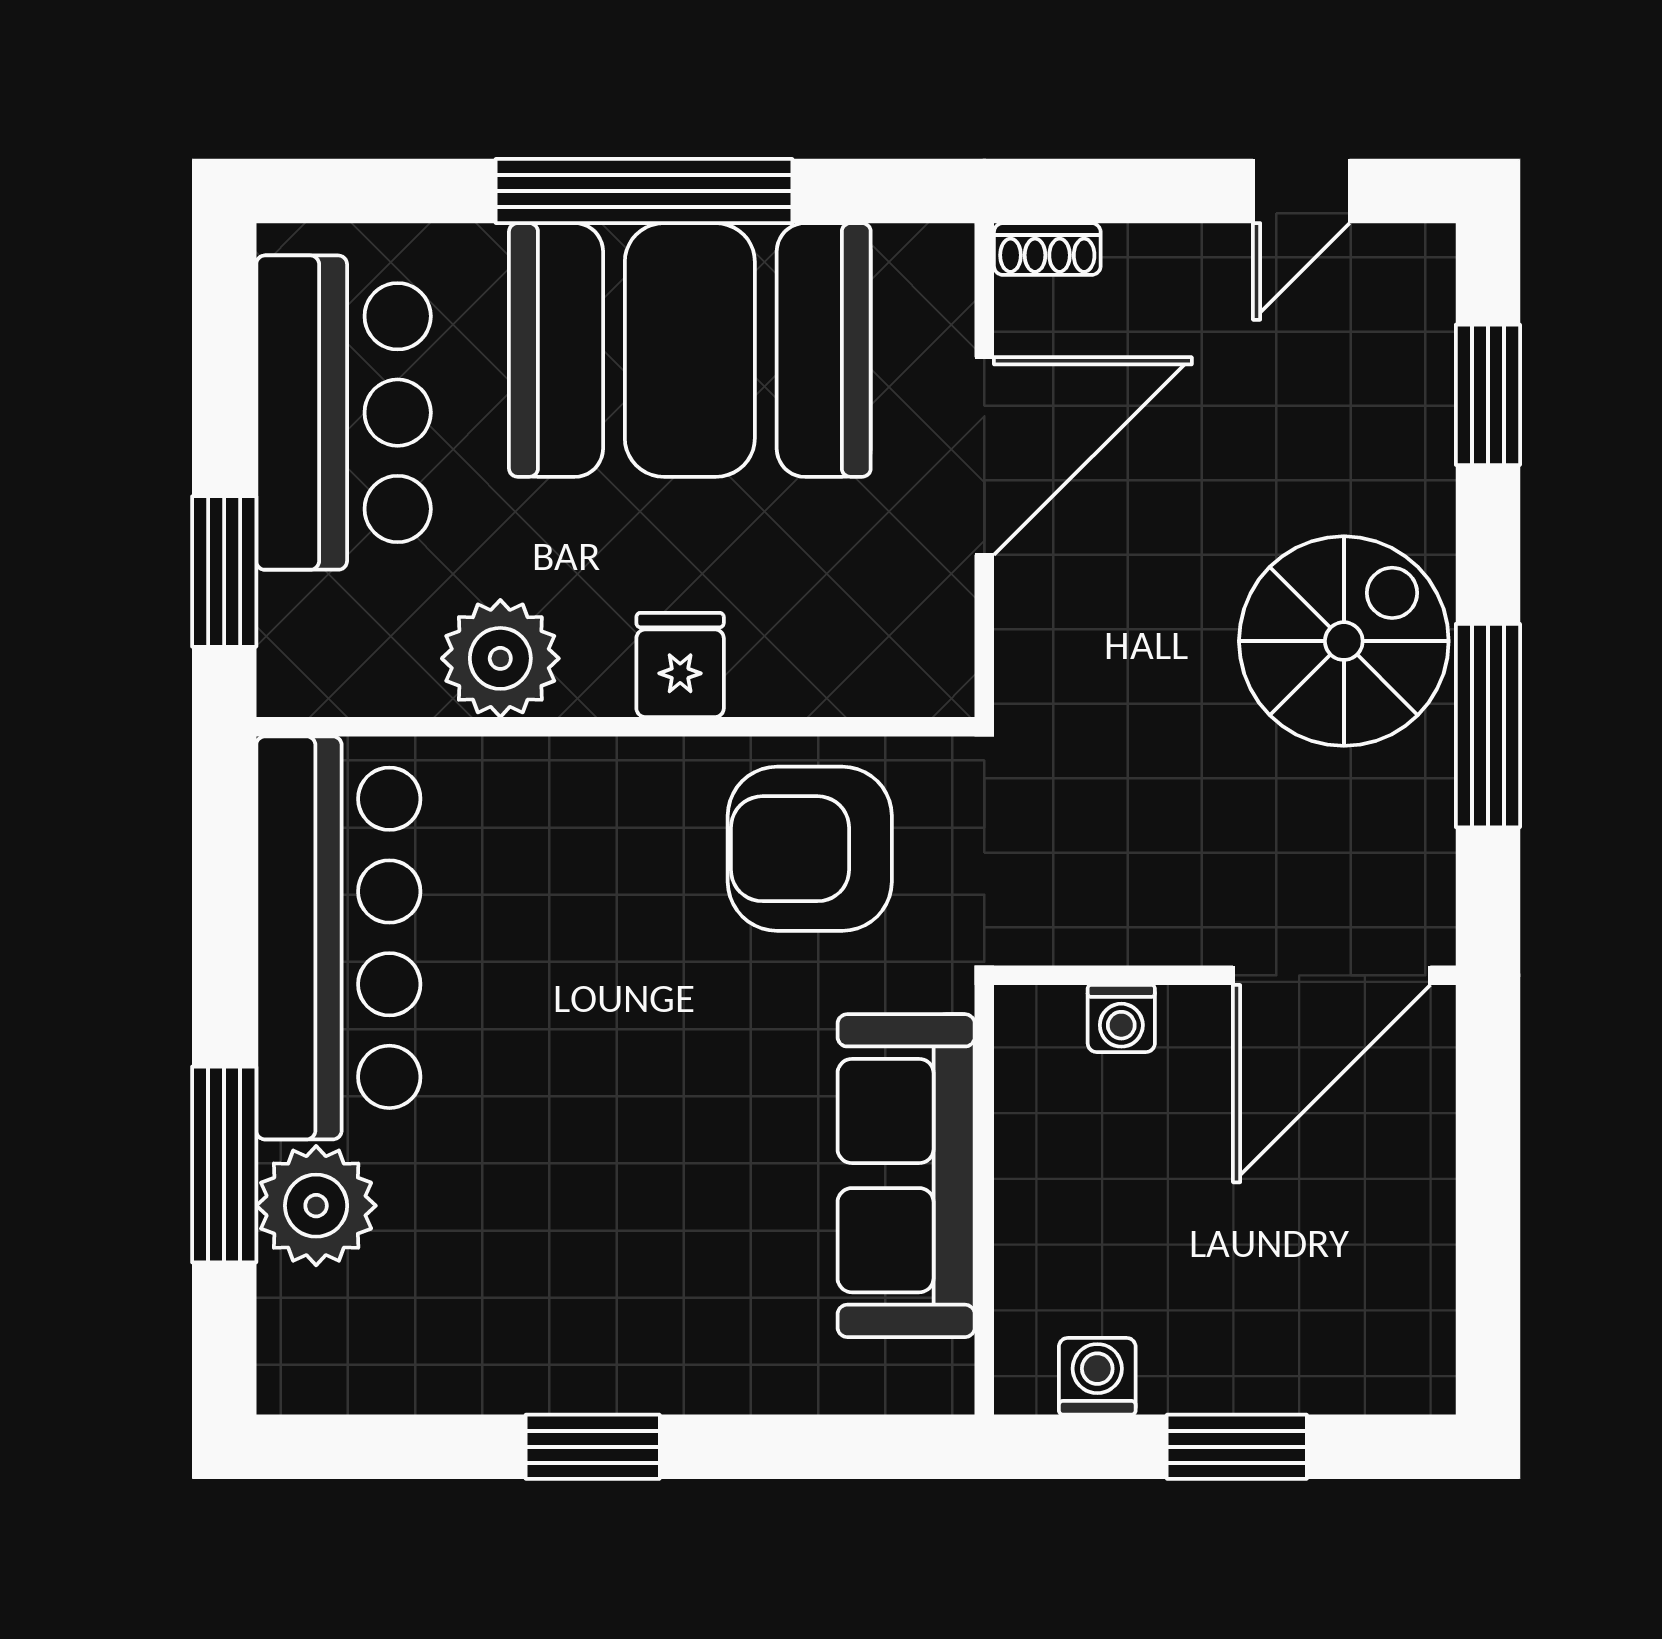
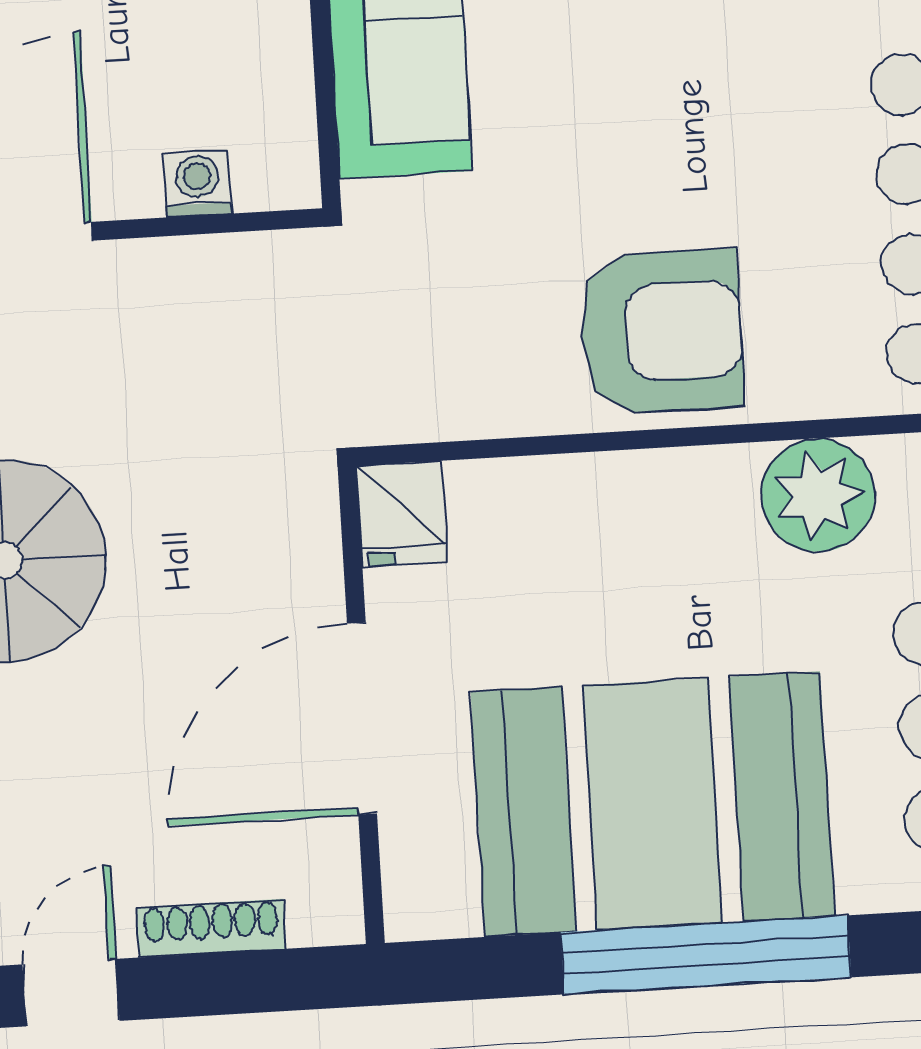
shoe rack: (1047, 249) -> (211, 928), moved, width x1.43
fridge: (680, 665) -> (402, 514), moved
armchair: (810, 849) -> (661, 332), moved

